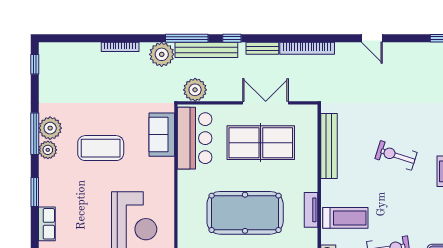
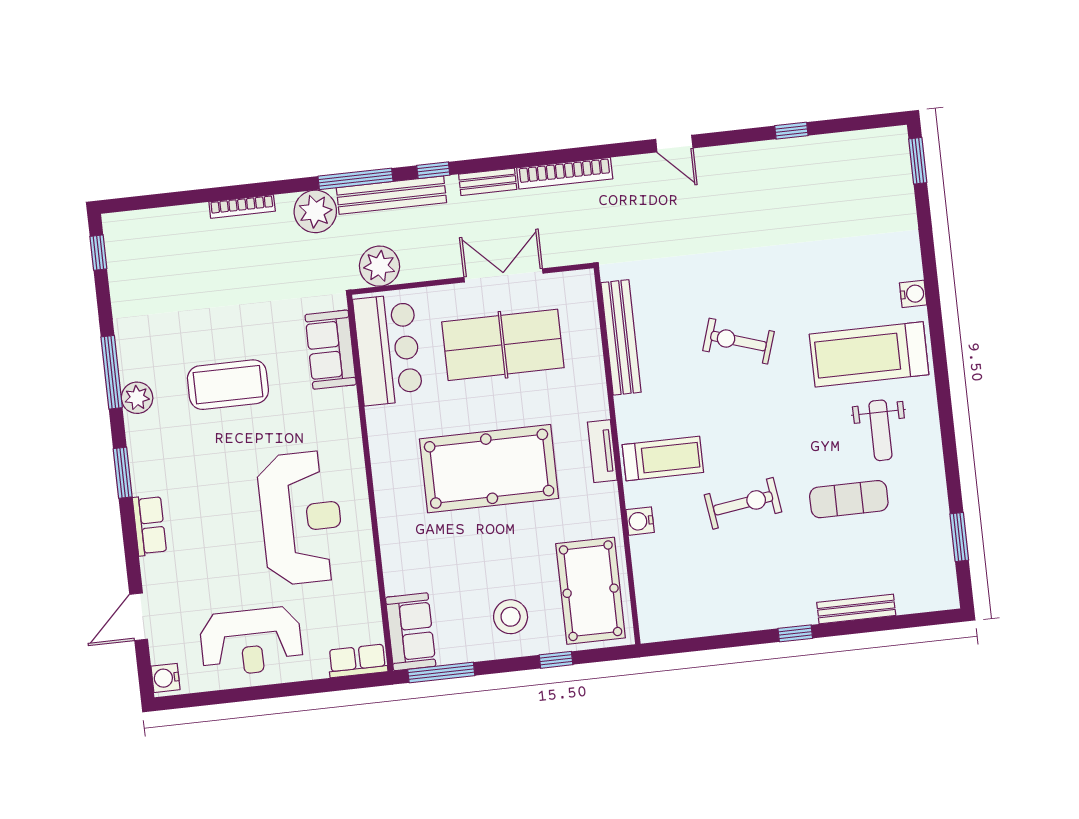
plant: (50, 128) -> (137, 360), removed

